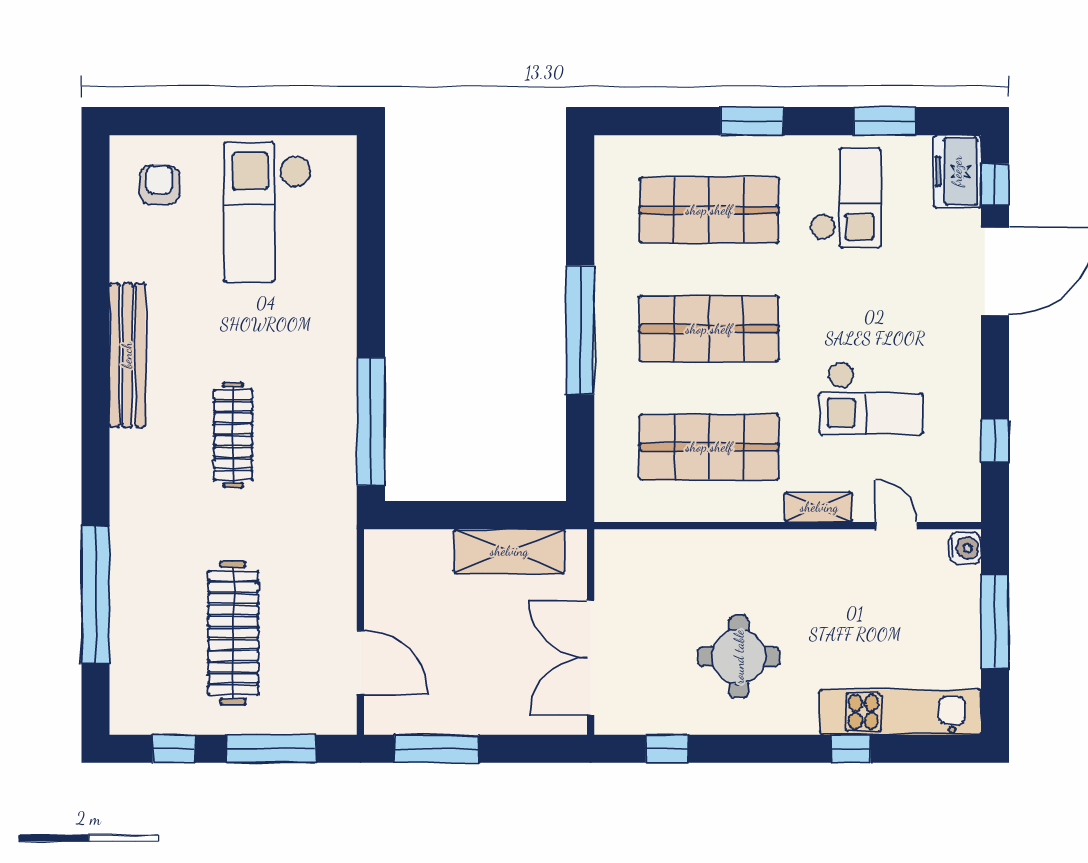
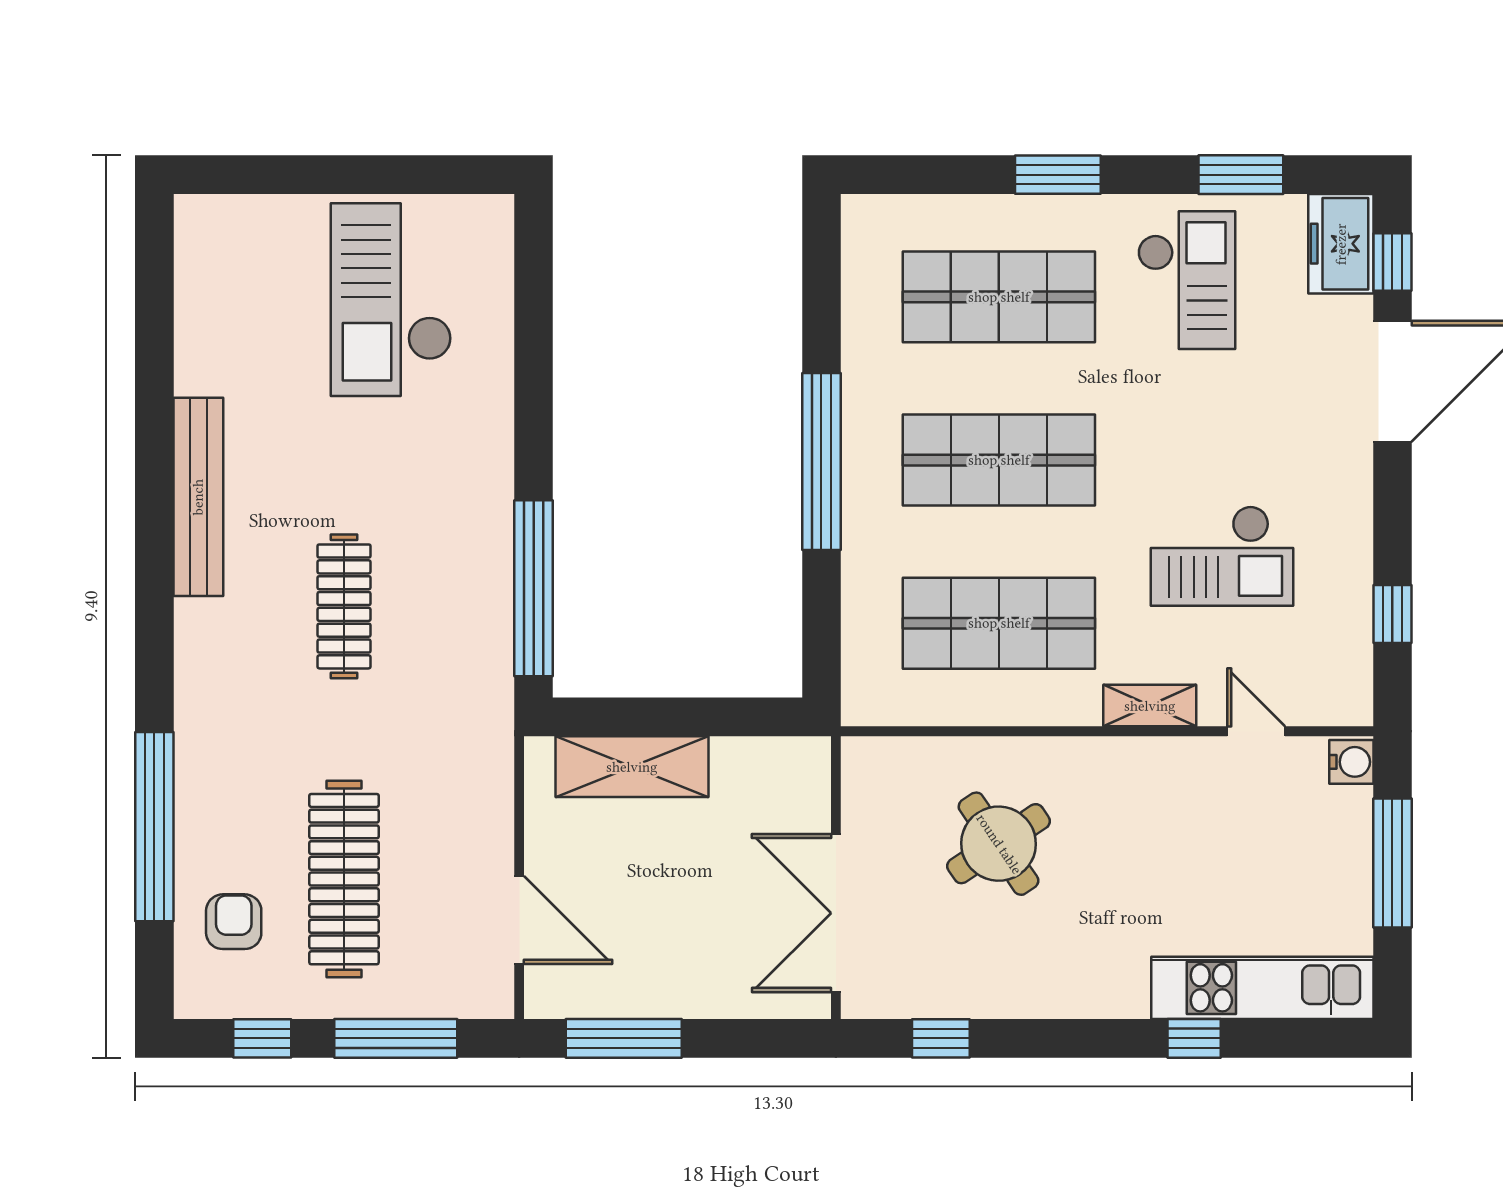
armchair: (159, 185) -> (234, 922), moved
shelving: (509, 551) -> (632, 767), moved
round table: (739, 657) -> (999, 844), moved, turned -34

